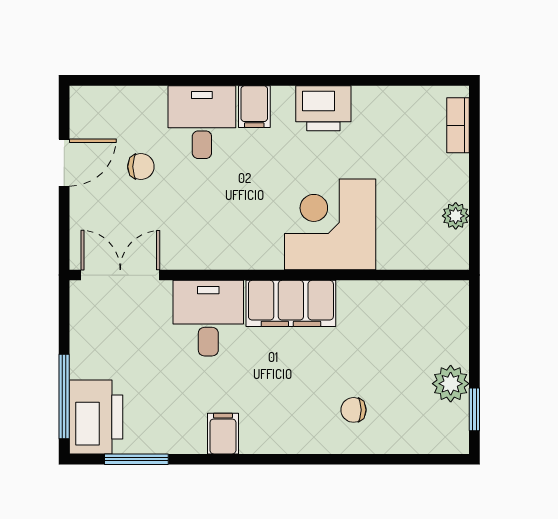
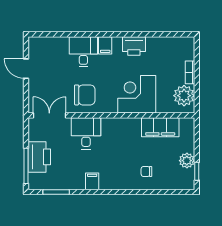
bookcase: (458, 125) -> (190, 72), moved
door: (64, 163) -> (26, 69), swing flipped
chair: (141, 167) -> (85, 95), moved, width x1.87, depth x1.87
plant: (456, 216) -> (184, 96), width x1.87, depth x1.87
filing cabinet: (291, 303) -> (160, 127), moved
printer: (96, 417) -> (39, 157), moved

